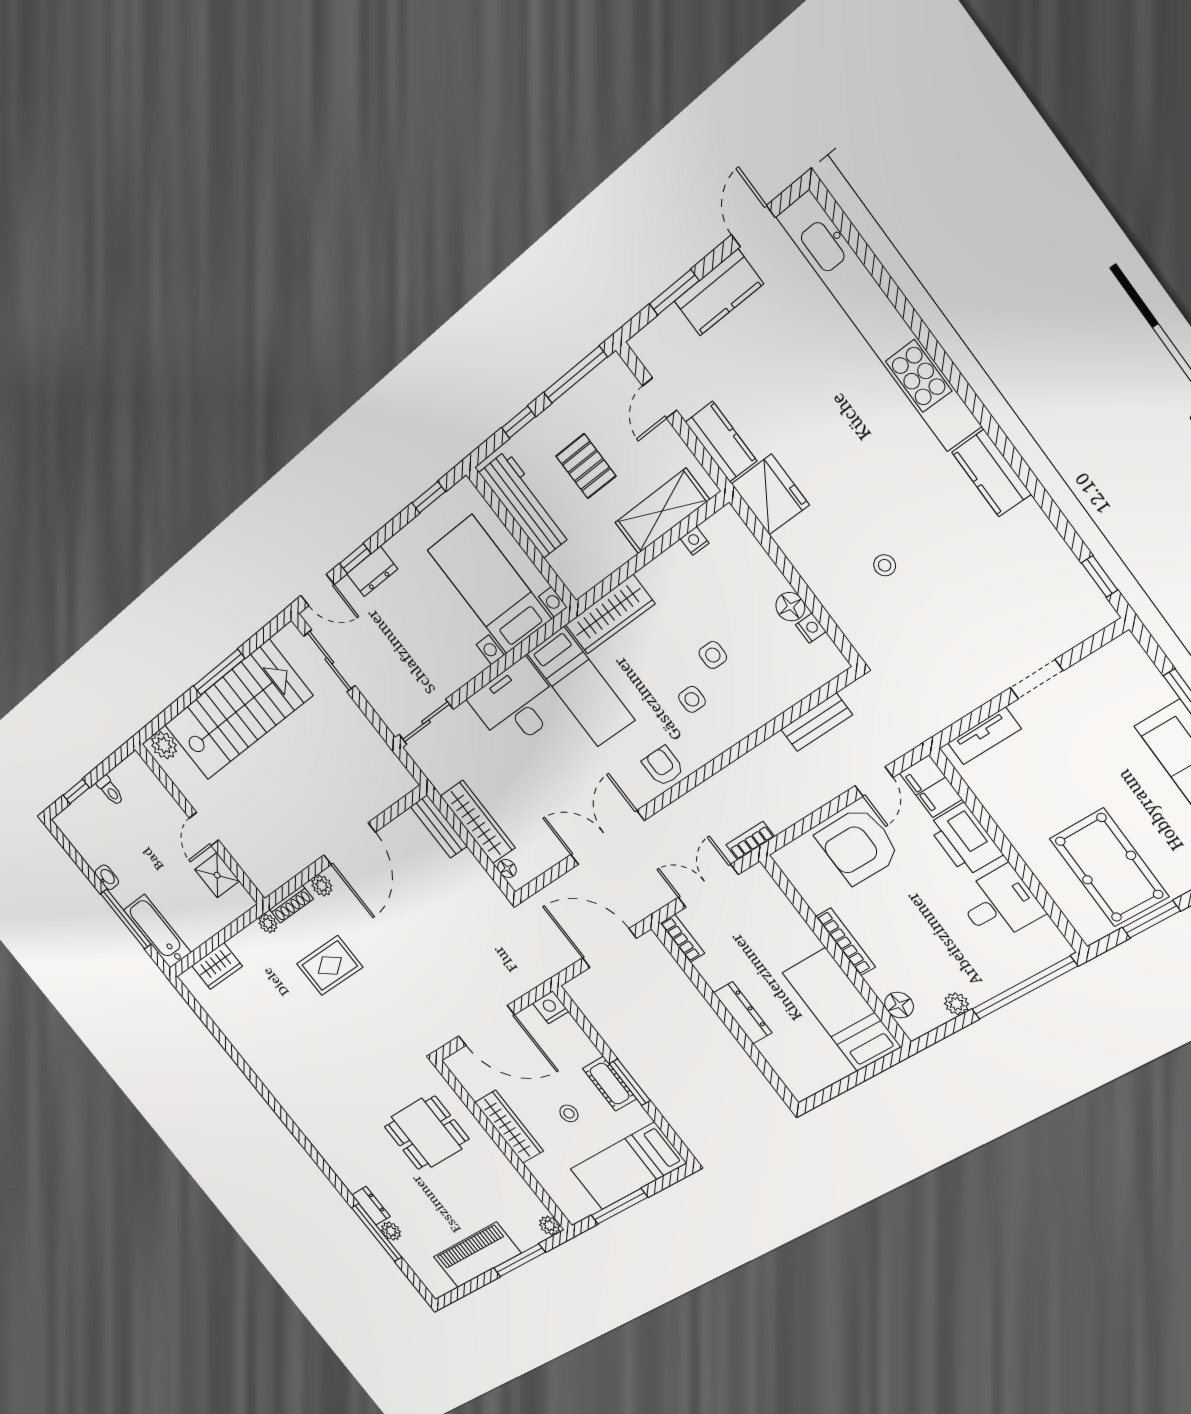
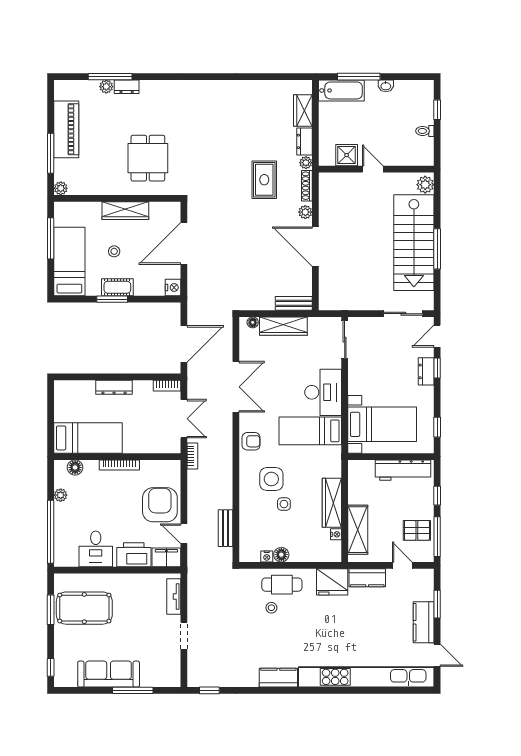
pallet: (586, 466) -> (417, 530), moved
cafe table: (836, 574) -> (282, 585), added
wardrobe: (610, 614) -> (332, 503), moved
side table: (692, 699) -> (271, 479), width x1.87, depth x1.87
dresser: (247, 941) -> (304, 141), added

